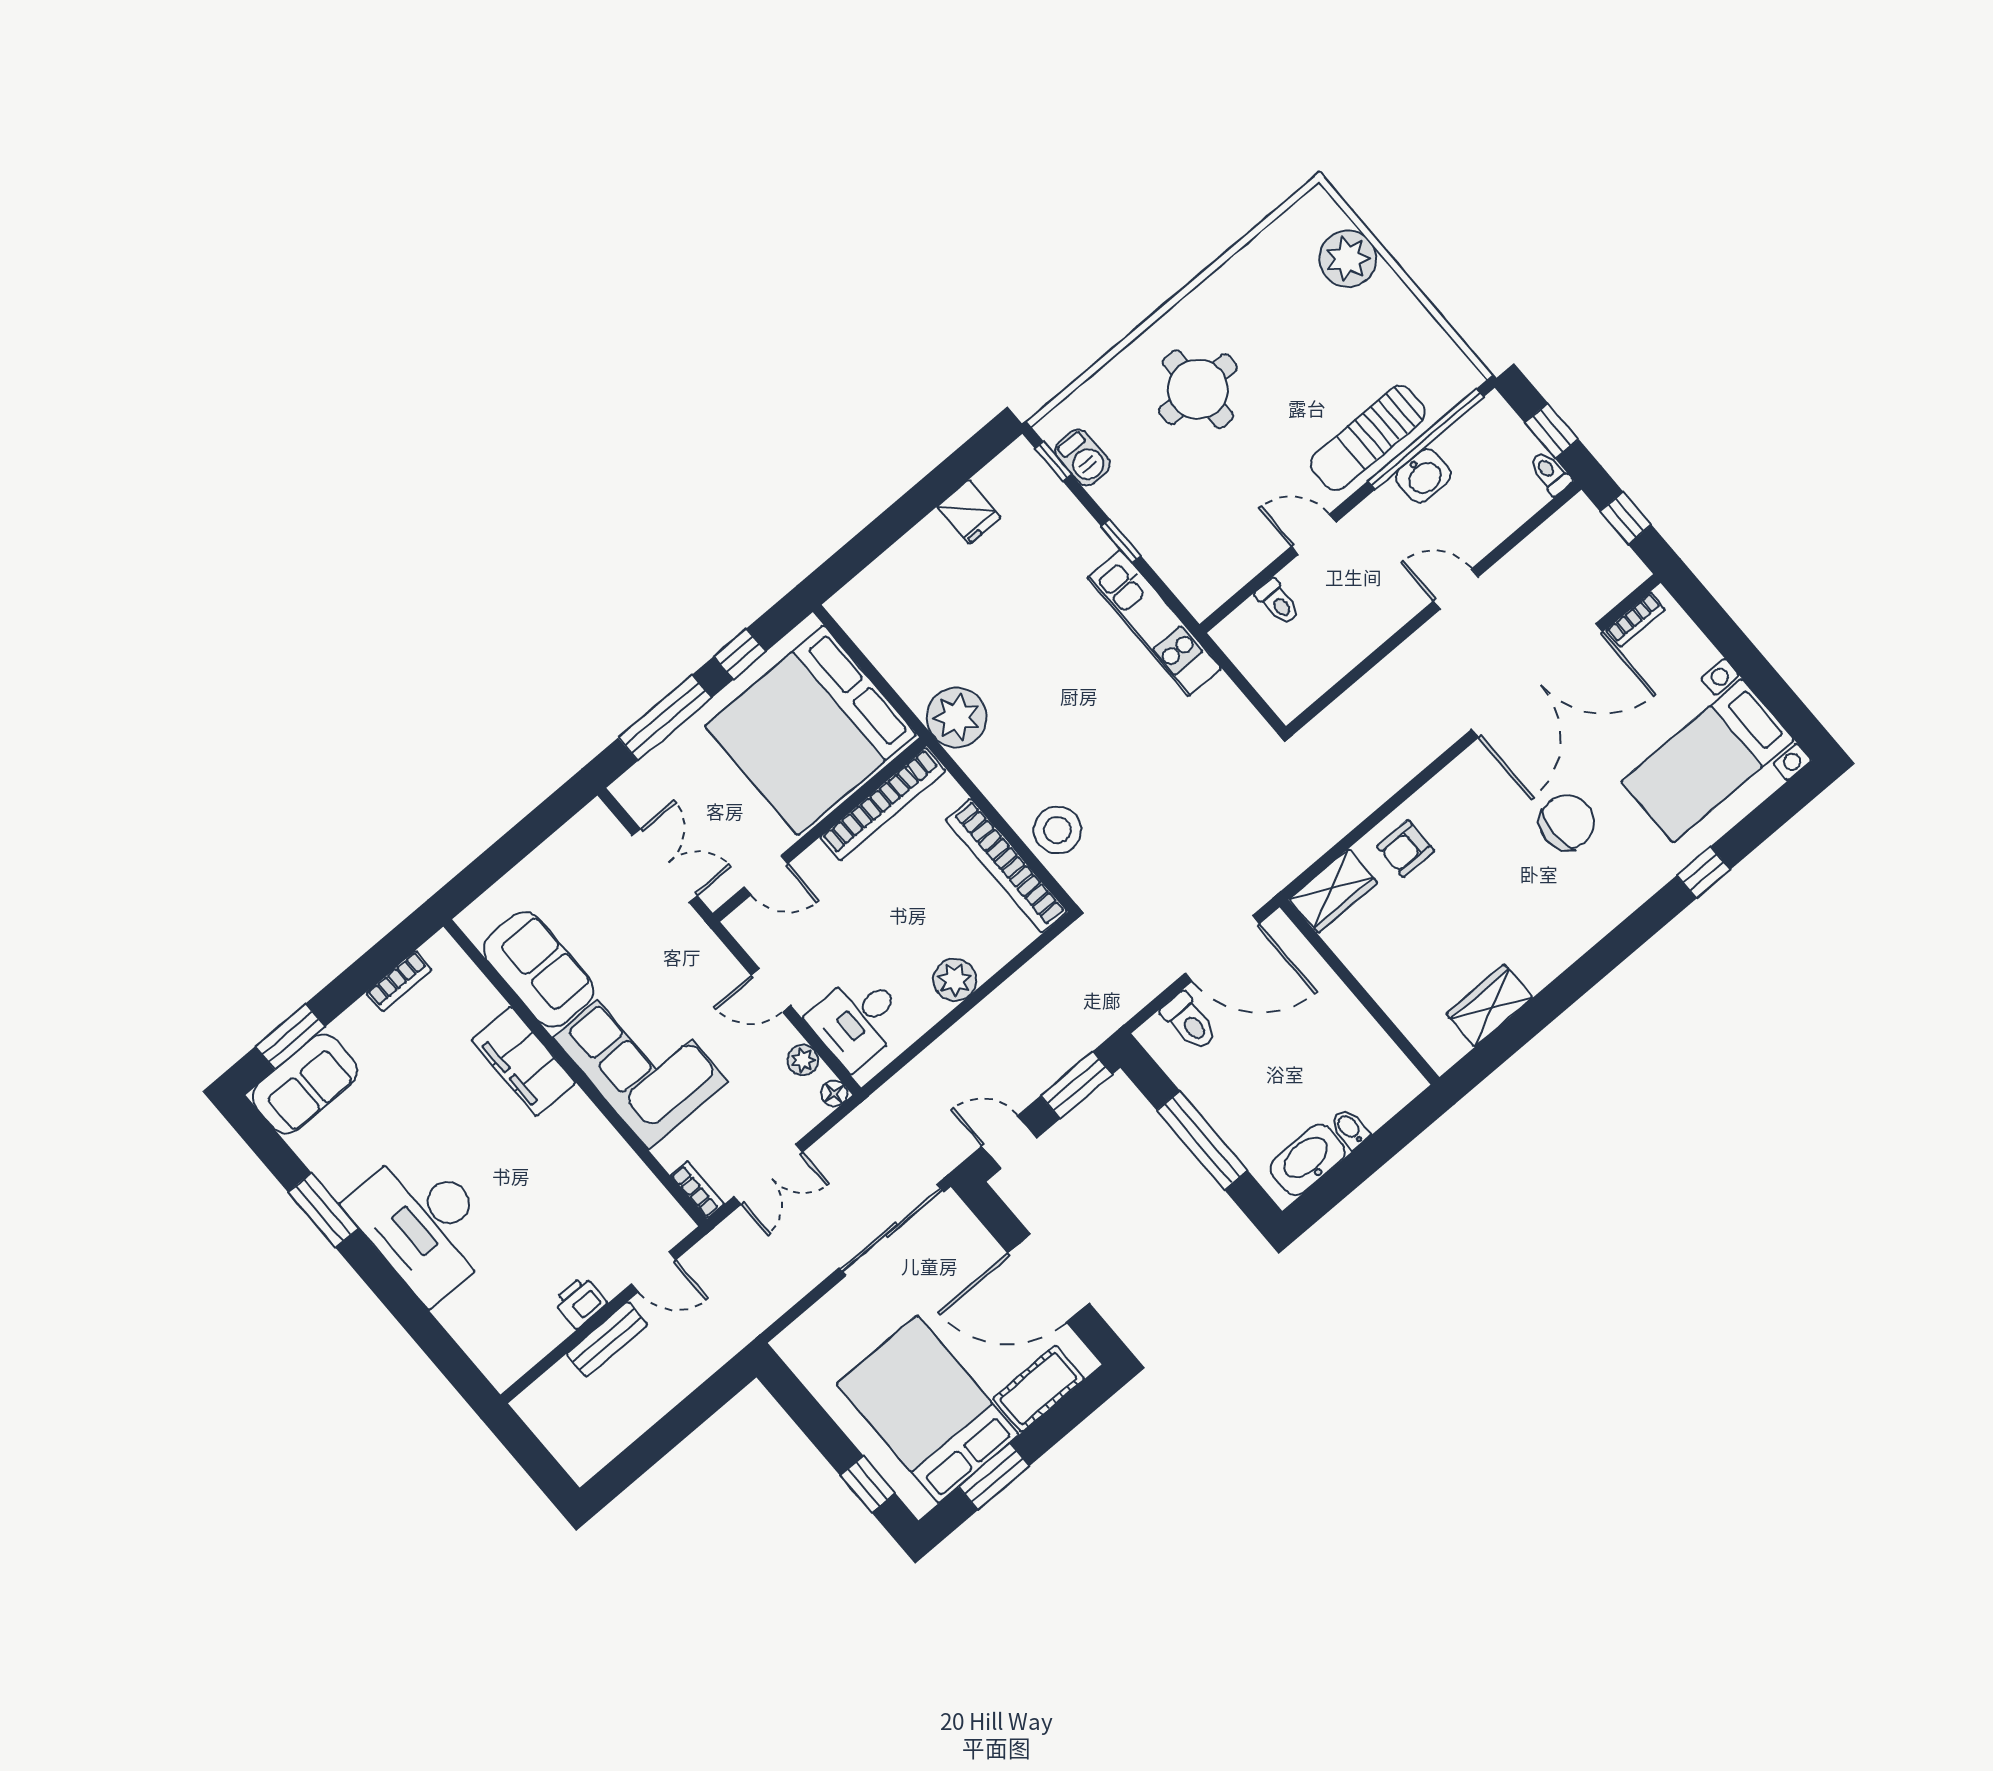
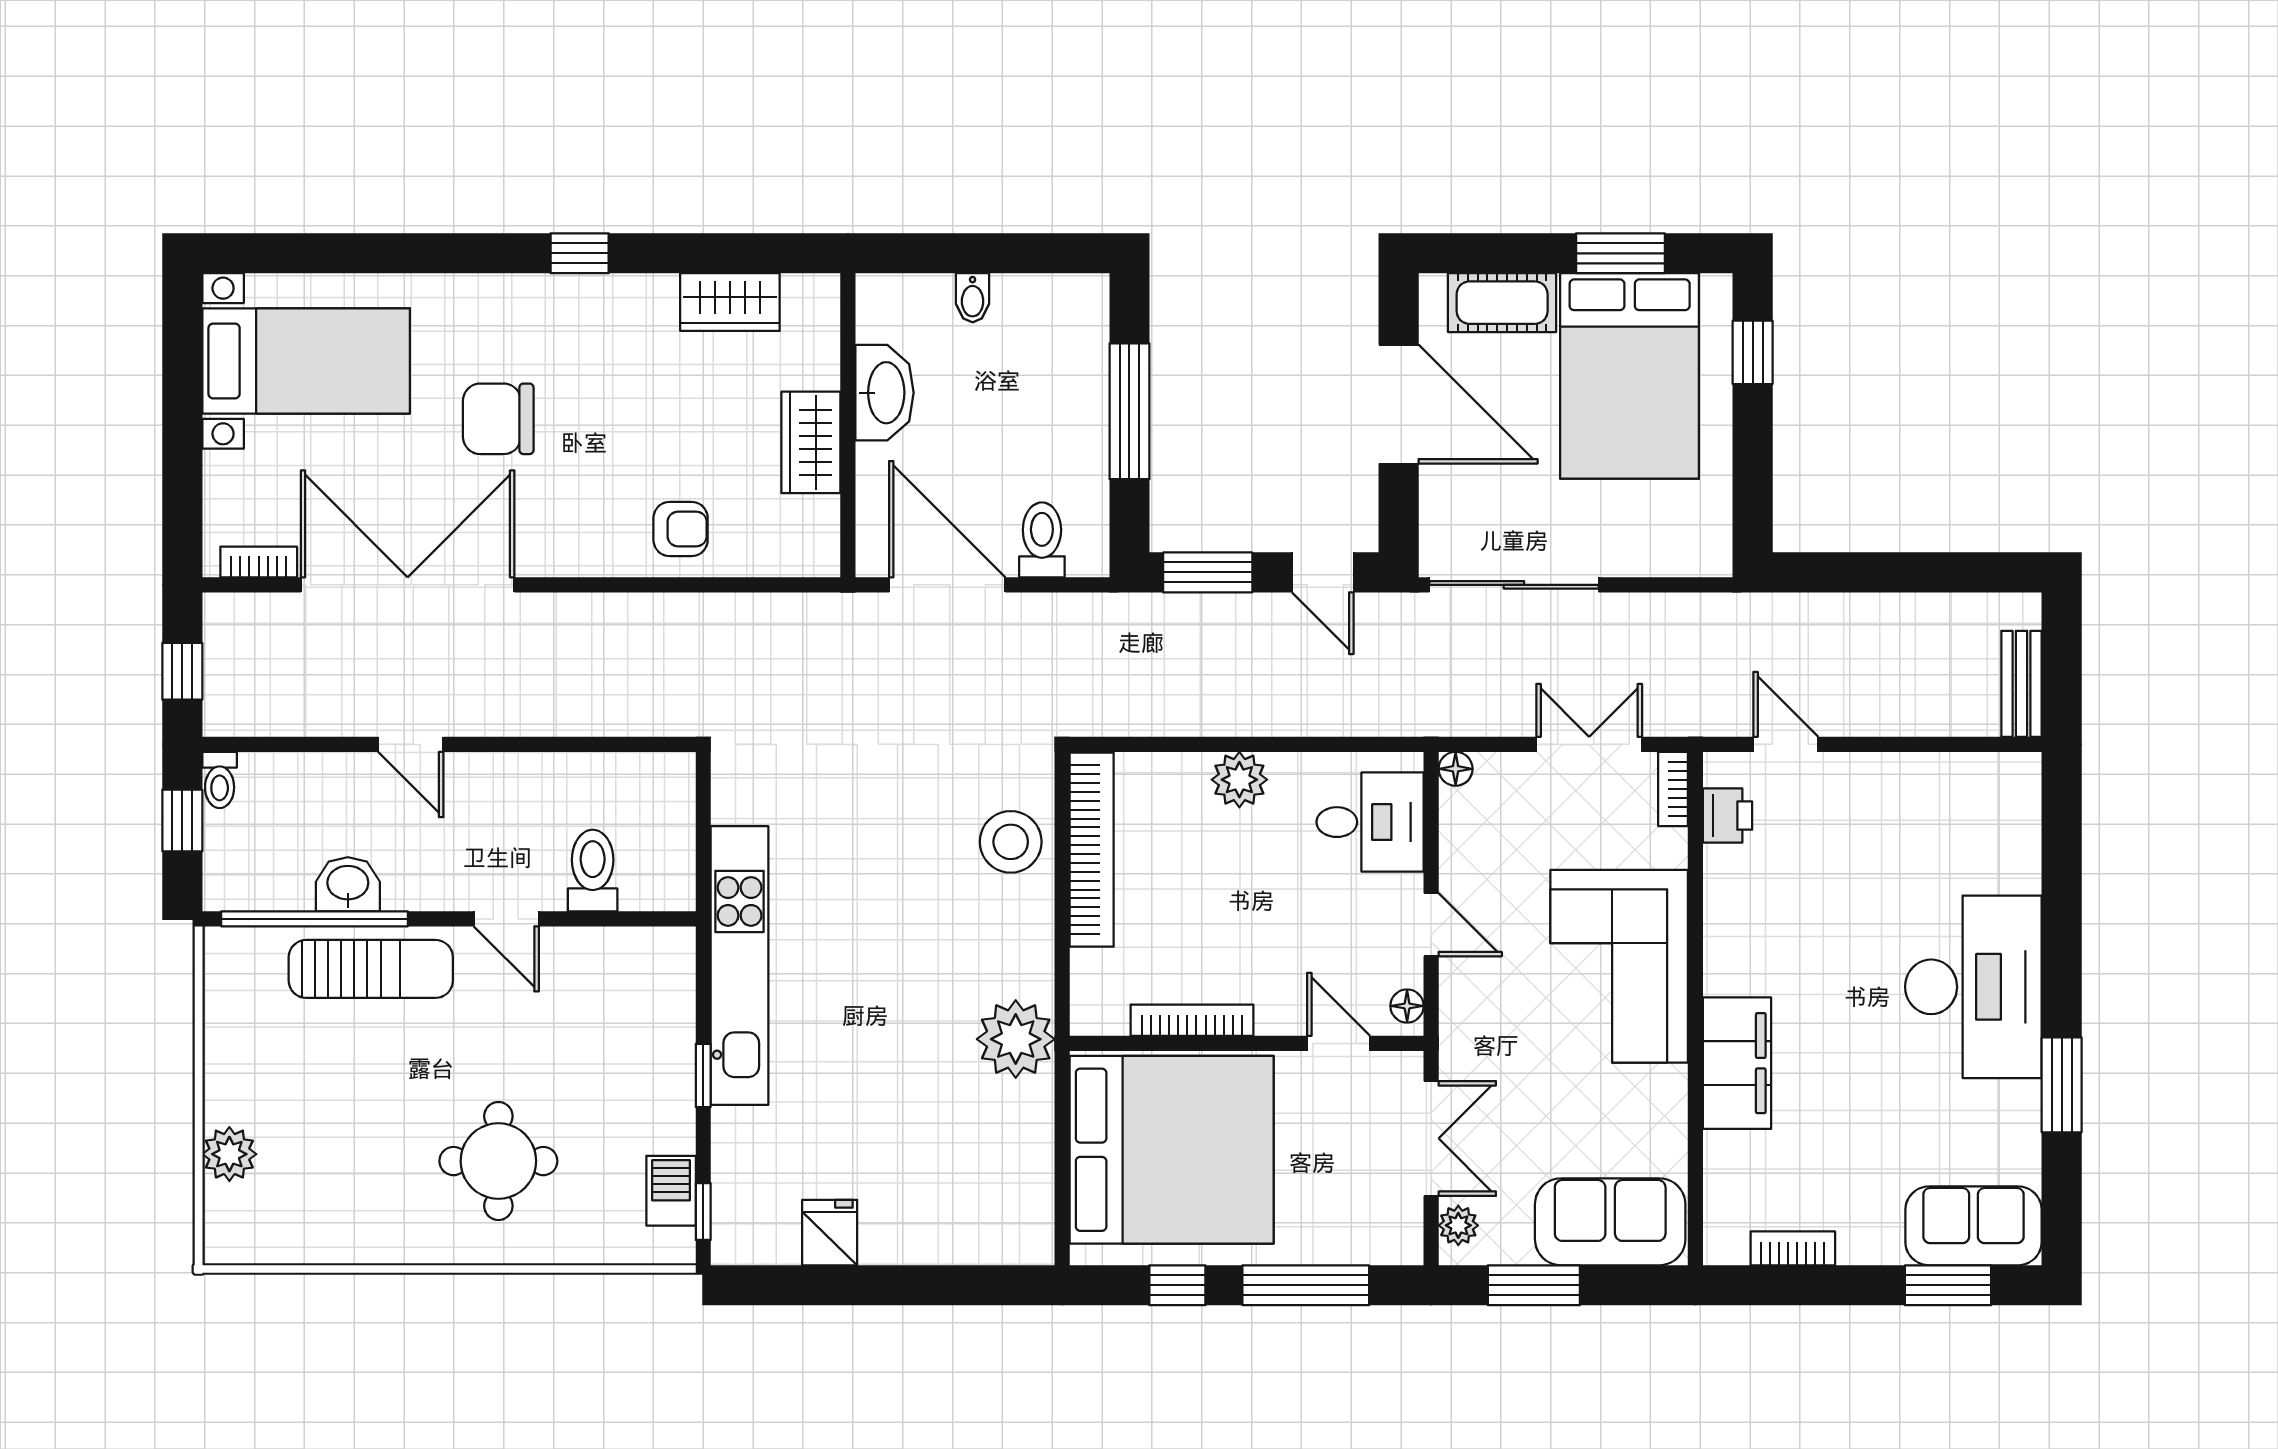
plant: (1348, 259) -> (229, 1154), width x0.73, depth x0.73
toilet: (1278, 602) -> (593, 871), width x1.37, depth x1.39
kitchen unit: (1154, 623) -> (740, 966), width x1.36
bookcase: (883, 804) -> (1192, 1020), width x0.68, depth x0.76
window: (532, 831) -> (1534, 1285), added
double door: (665, 866) -> (1431, 1138), swing flipped
window: (1703, 872) -> (580, 253), moved
wardrobe: (1333, 891) -> (811, 442), moved, turned -90
floor lamp: (745, 931) -> (1407, 1006), added
sofa: (539, 970) -> (1610, 1222), moved, turned 90
plant: (803, 1060) -> (1458, 1225), moved
washbasin: (1308, 1160) -> (884, 393), moved, turned -90
printer: (580, 1302) -> (1727, 816), moved, turned -90
bench: (607, 1339) -> (2021, 684), moved, turned 90

